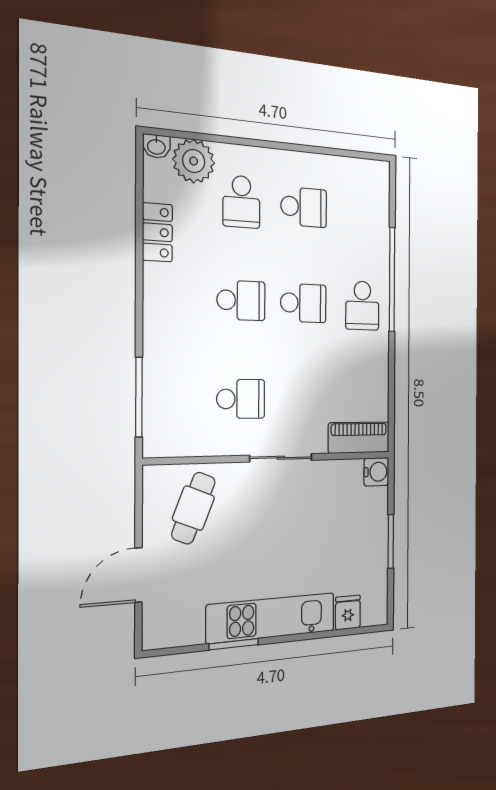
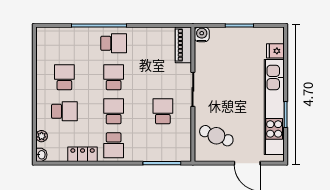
plant: (194, 161) -> (42, 136), width x0.53, depth x0.53
school desk: (175, 298) -> (114, 145), added
kitchen unit: (271, 618) -> (274, 107), width x1.36

